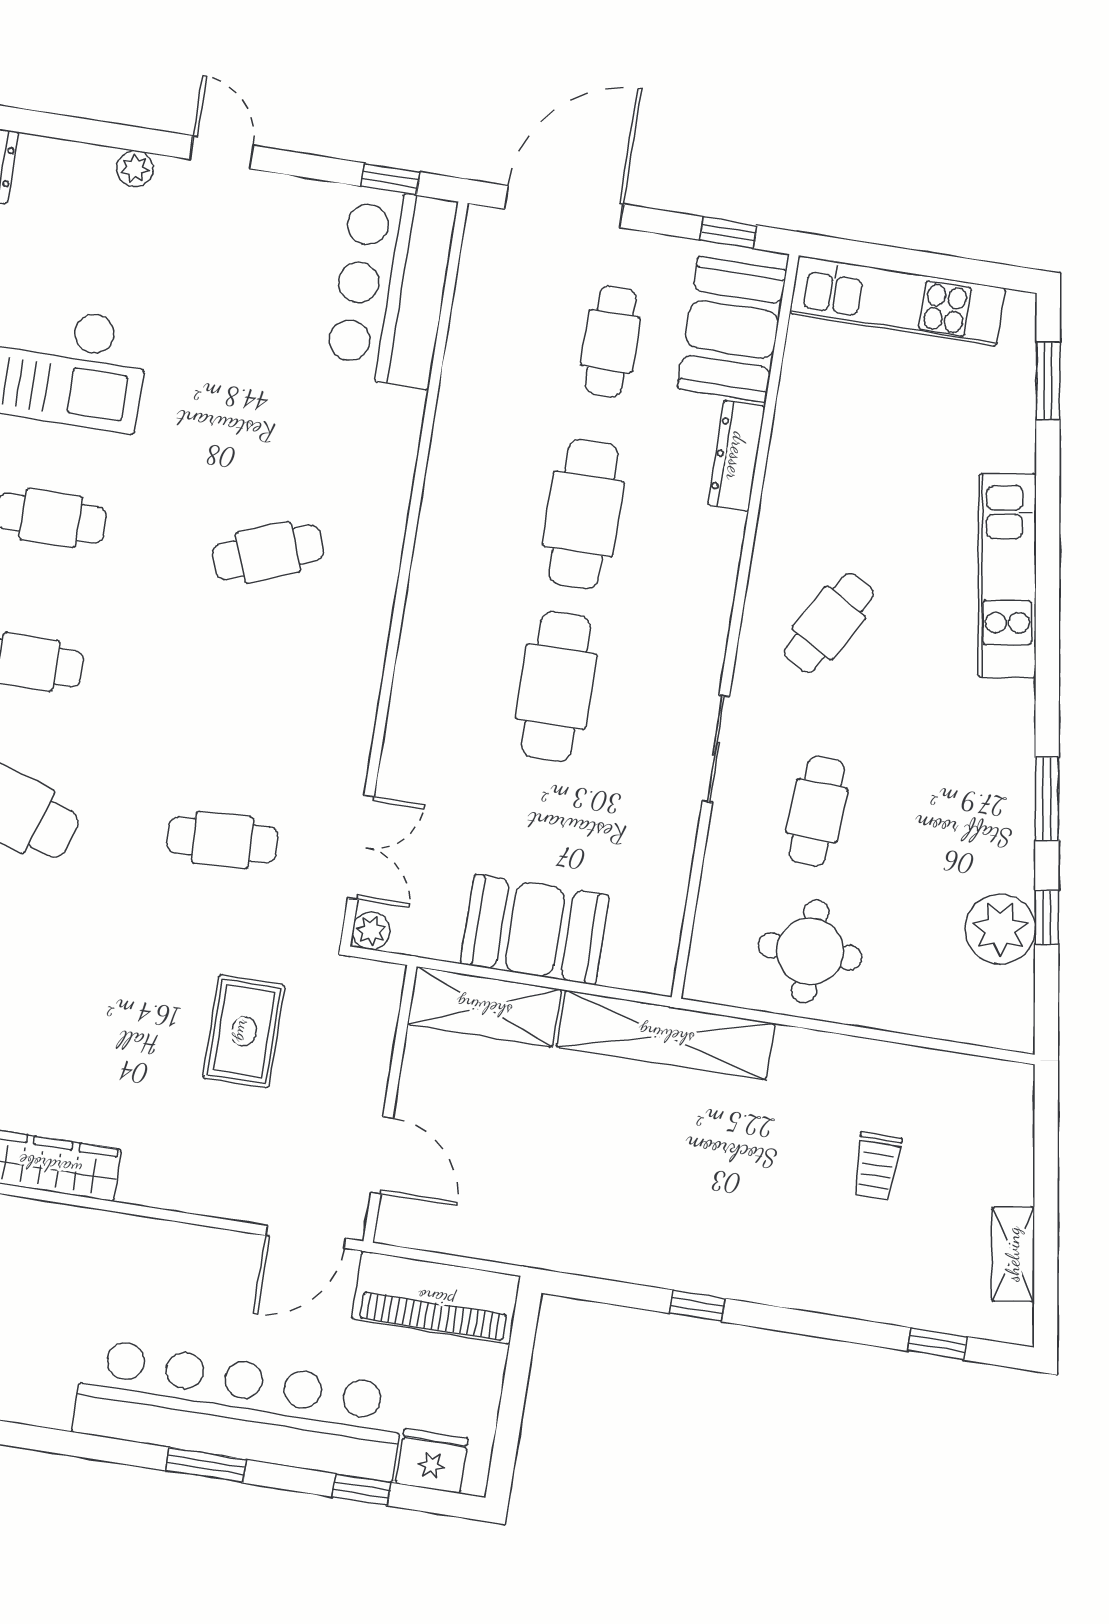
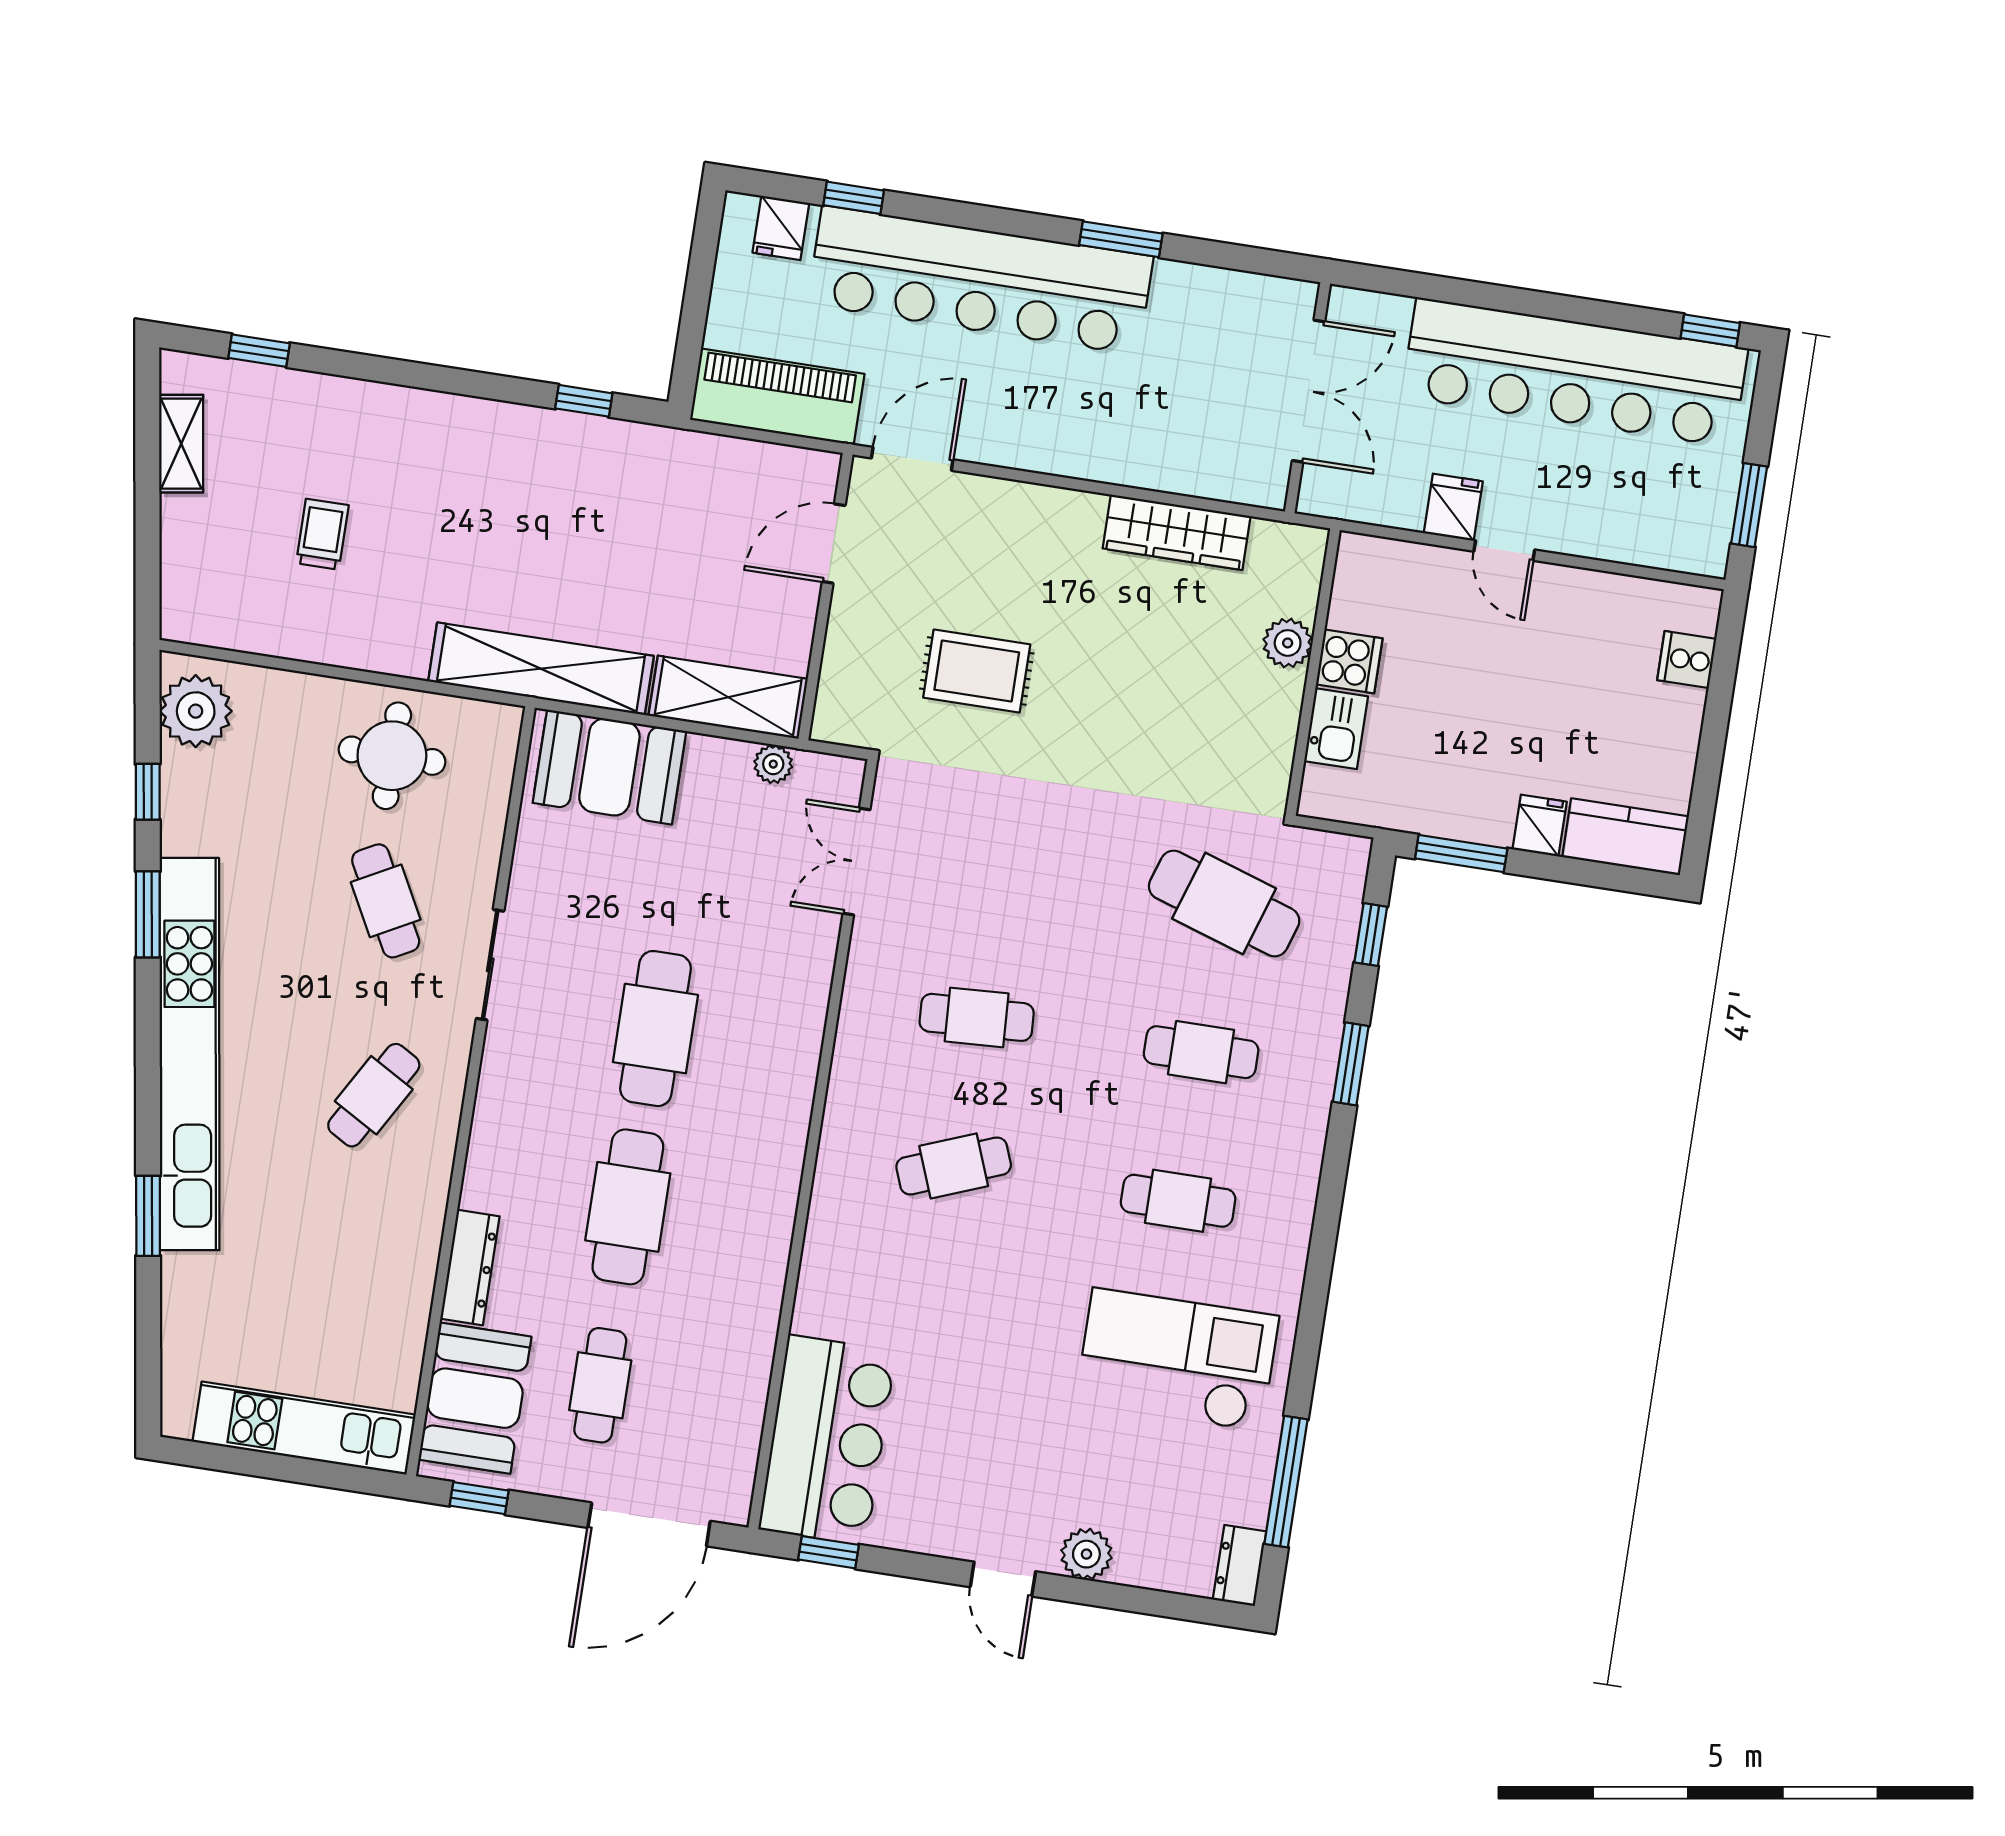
plant: (135, 169) -> (1086, 1554), width x1.38, depth x1.38
window: (1048, 381) -> (148, 1216), moved
kitchen unit: (1007, 576) -> (190, 1054), width x1.86
cafe table: (817, 811) -> (386, 901), turned -31
cafe table: (222, 840) -> (977, 1017), moved
booth: (535, 929) -> (609, 767), moved
plant: (1000, 929) -> (196, 711), moved
plant: (371, 931) -> (773, 764), moved
rug: (244, 1031) -> (977, 671), turned 90
door: (382, 1155) -> (834, 544), hinge flipped
window: (697, 1306) -> (584, 401), moved
fridge: (432, 1461) -> (781, 228), width x0.72
window: (206, 1465) -> (1121, 239), moved

